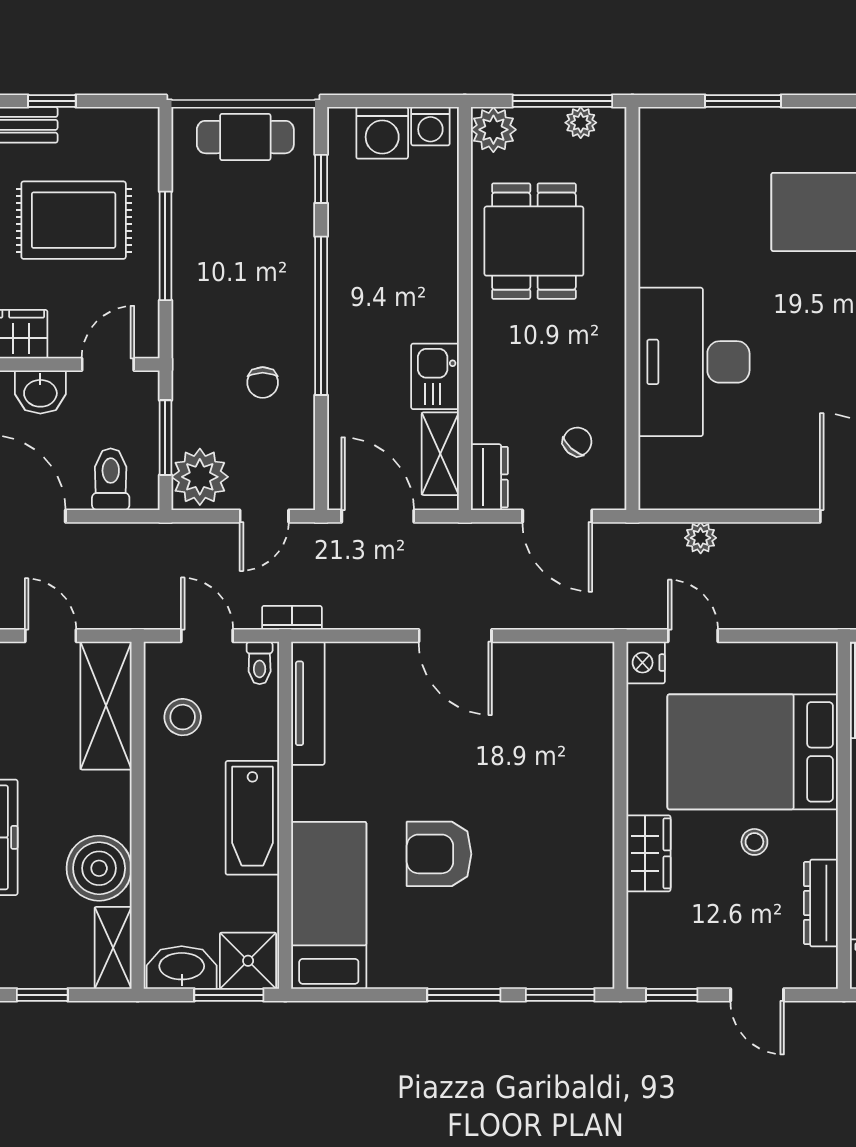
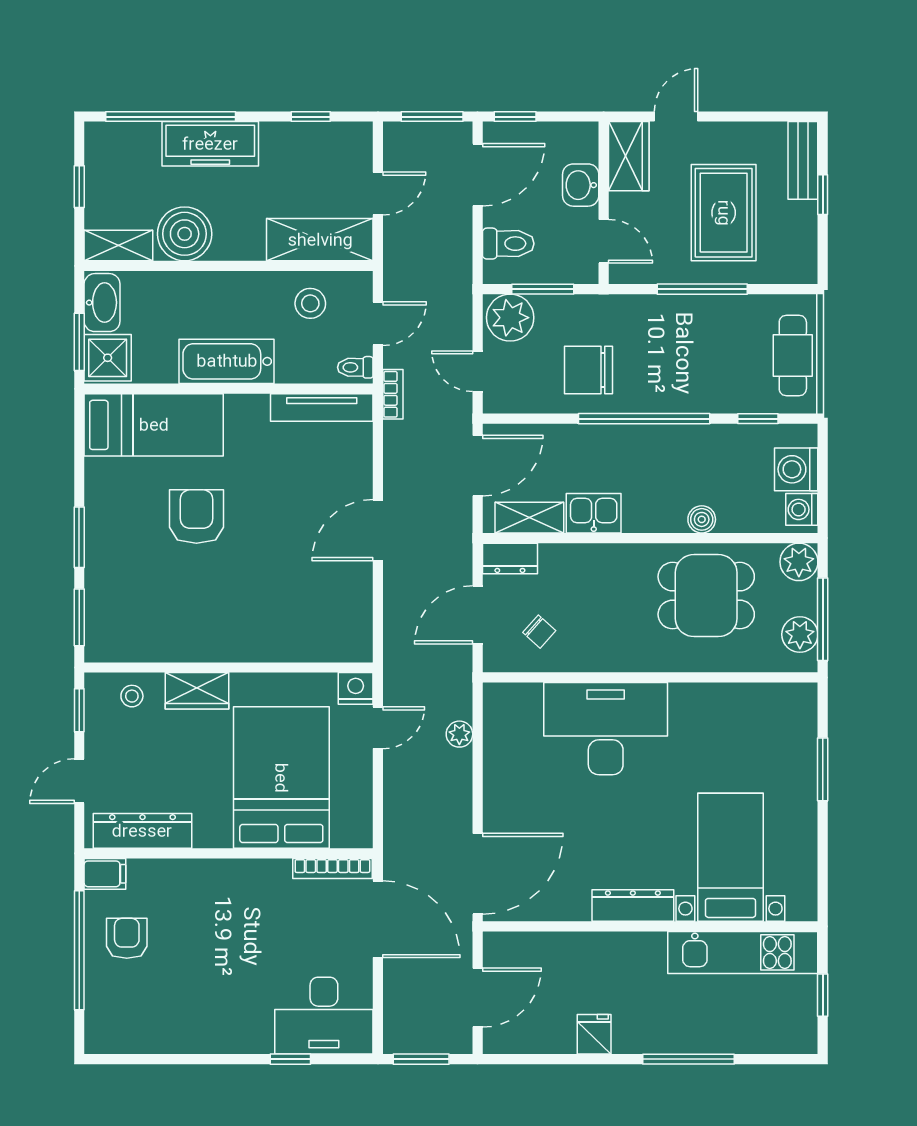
plant: (581, 123) -> (800, 634), width x1.38, depth x1.38
boiler: (442, 246) -> (702, 519), added
chair: (263, 383) -> (589, 370), width x1.87, depth x1.87
stool: (754, 842) -> (132, 696), moved
dresser: (821, 903) -> (142, 831), width x1.37, depth x1.24

